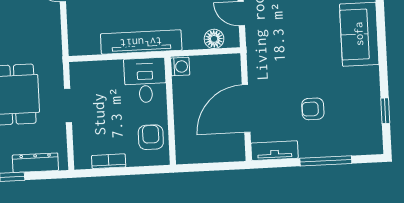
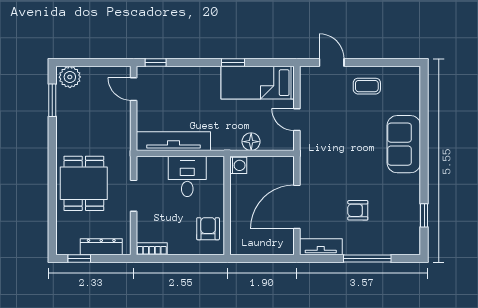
floor lamp: (214, 39) -> (251, 142), moved
tv unit: (141, 42) -> (173, 141), moved
desk: (145, 80) -> (187, 176), moved
bookcase: (109, 161) -> (152, 249), moved

